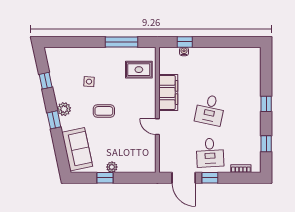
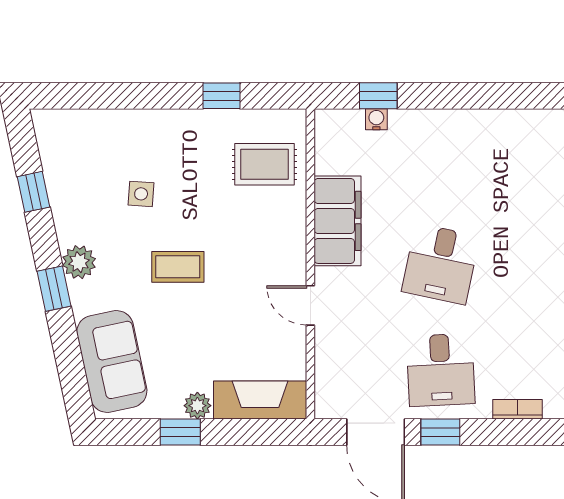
window: (121, 42) -> (221, 96), width x0.46
fireplace: (137, 165) -> (260, 400), added

